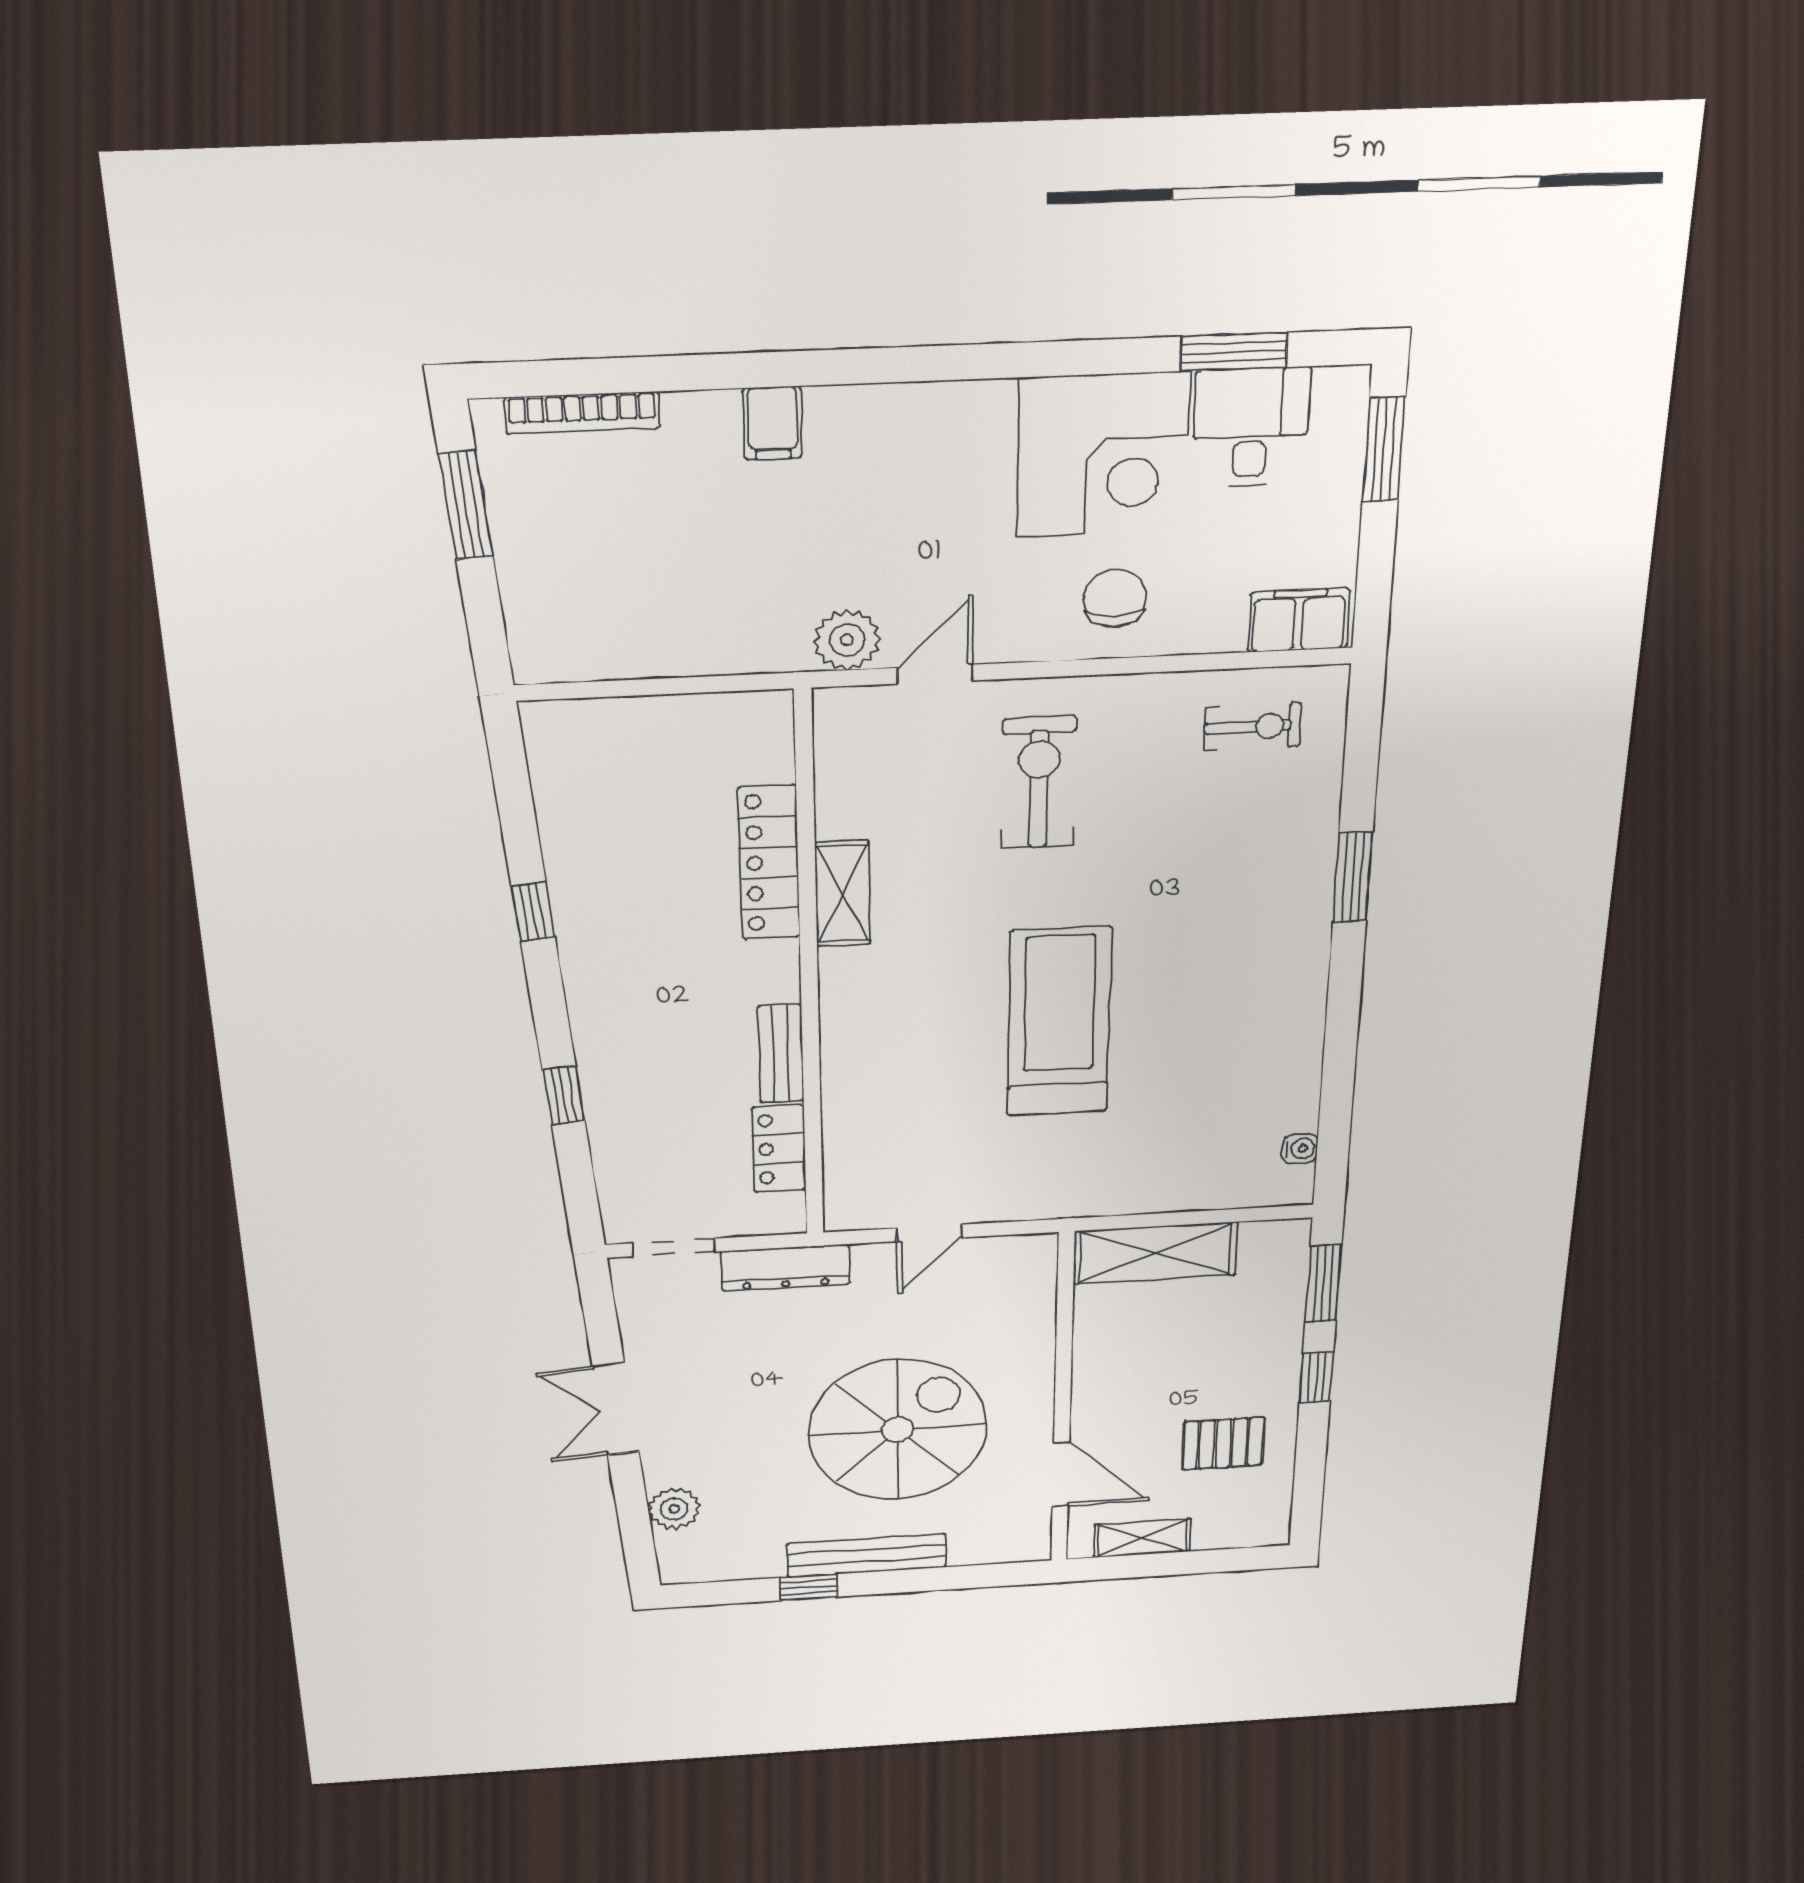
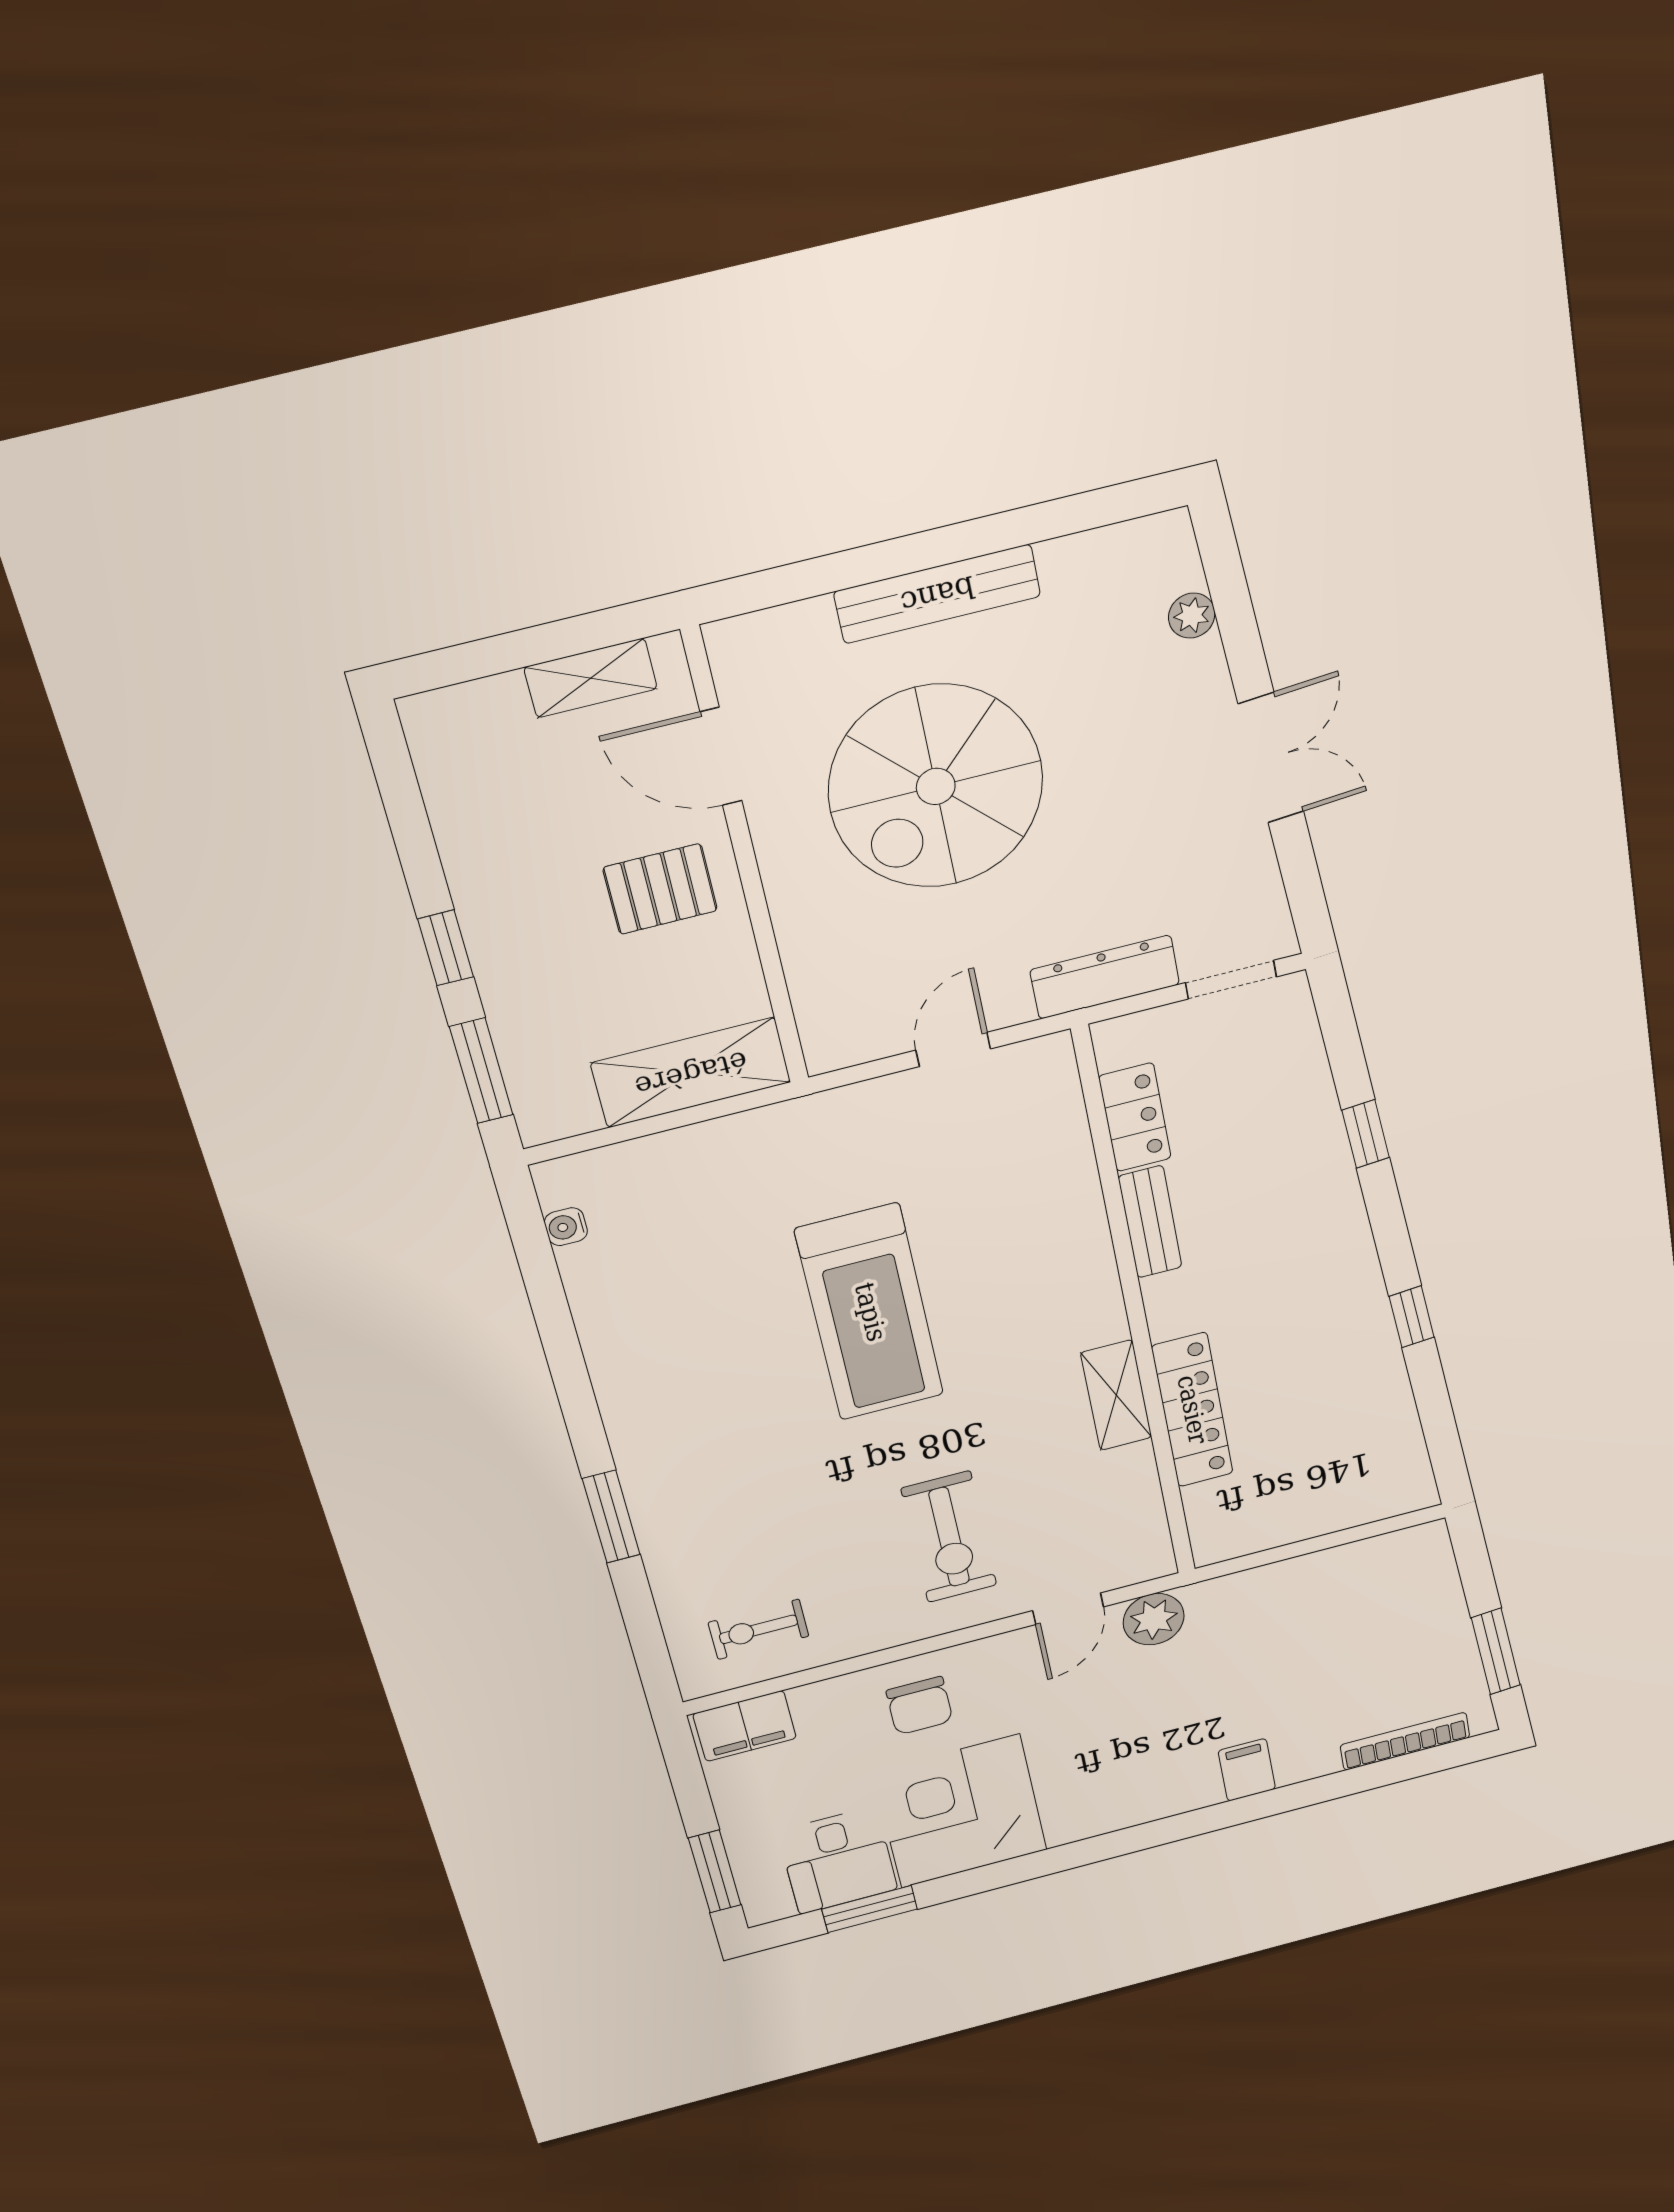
pallet: (1223, 1444) -> (660, 889), moved
plant: (674, 1509) -> (1192, 616), width x0.73, depth x0.73
window: (808, 1587) -> (1001, 532), removed

